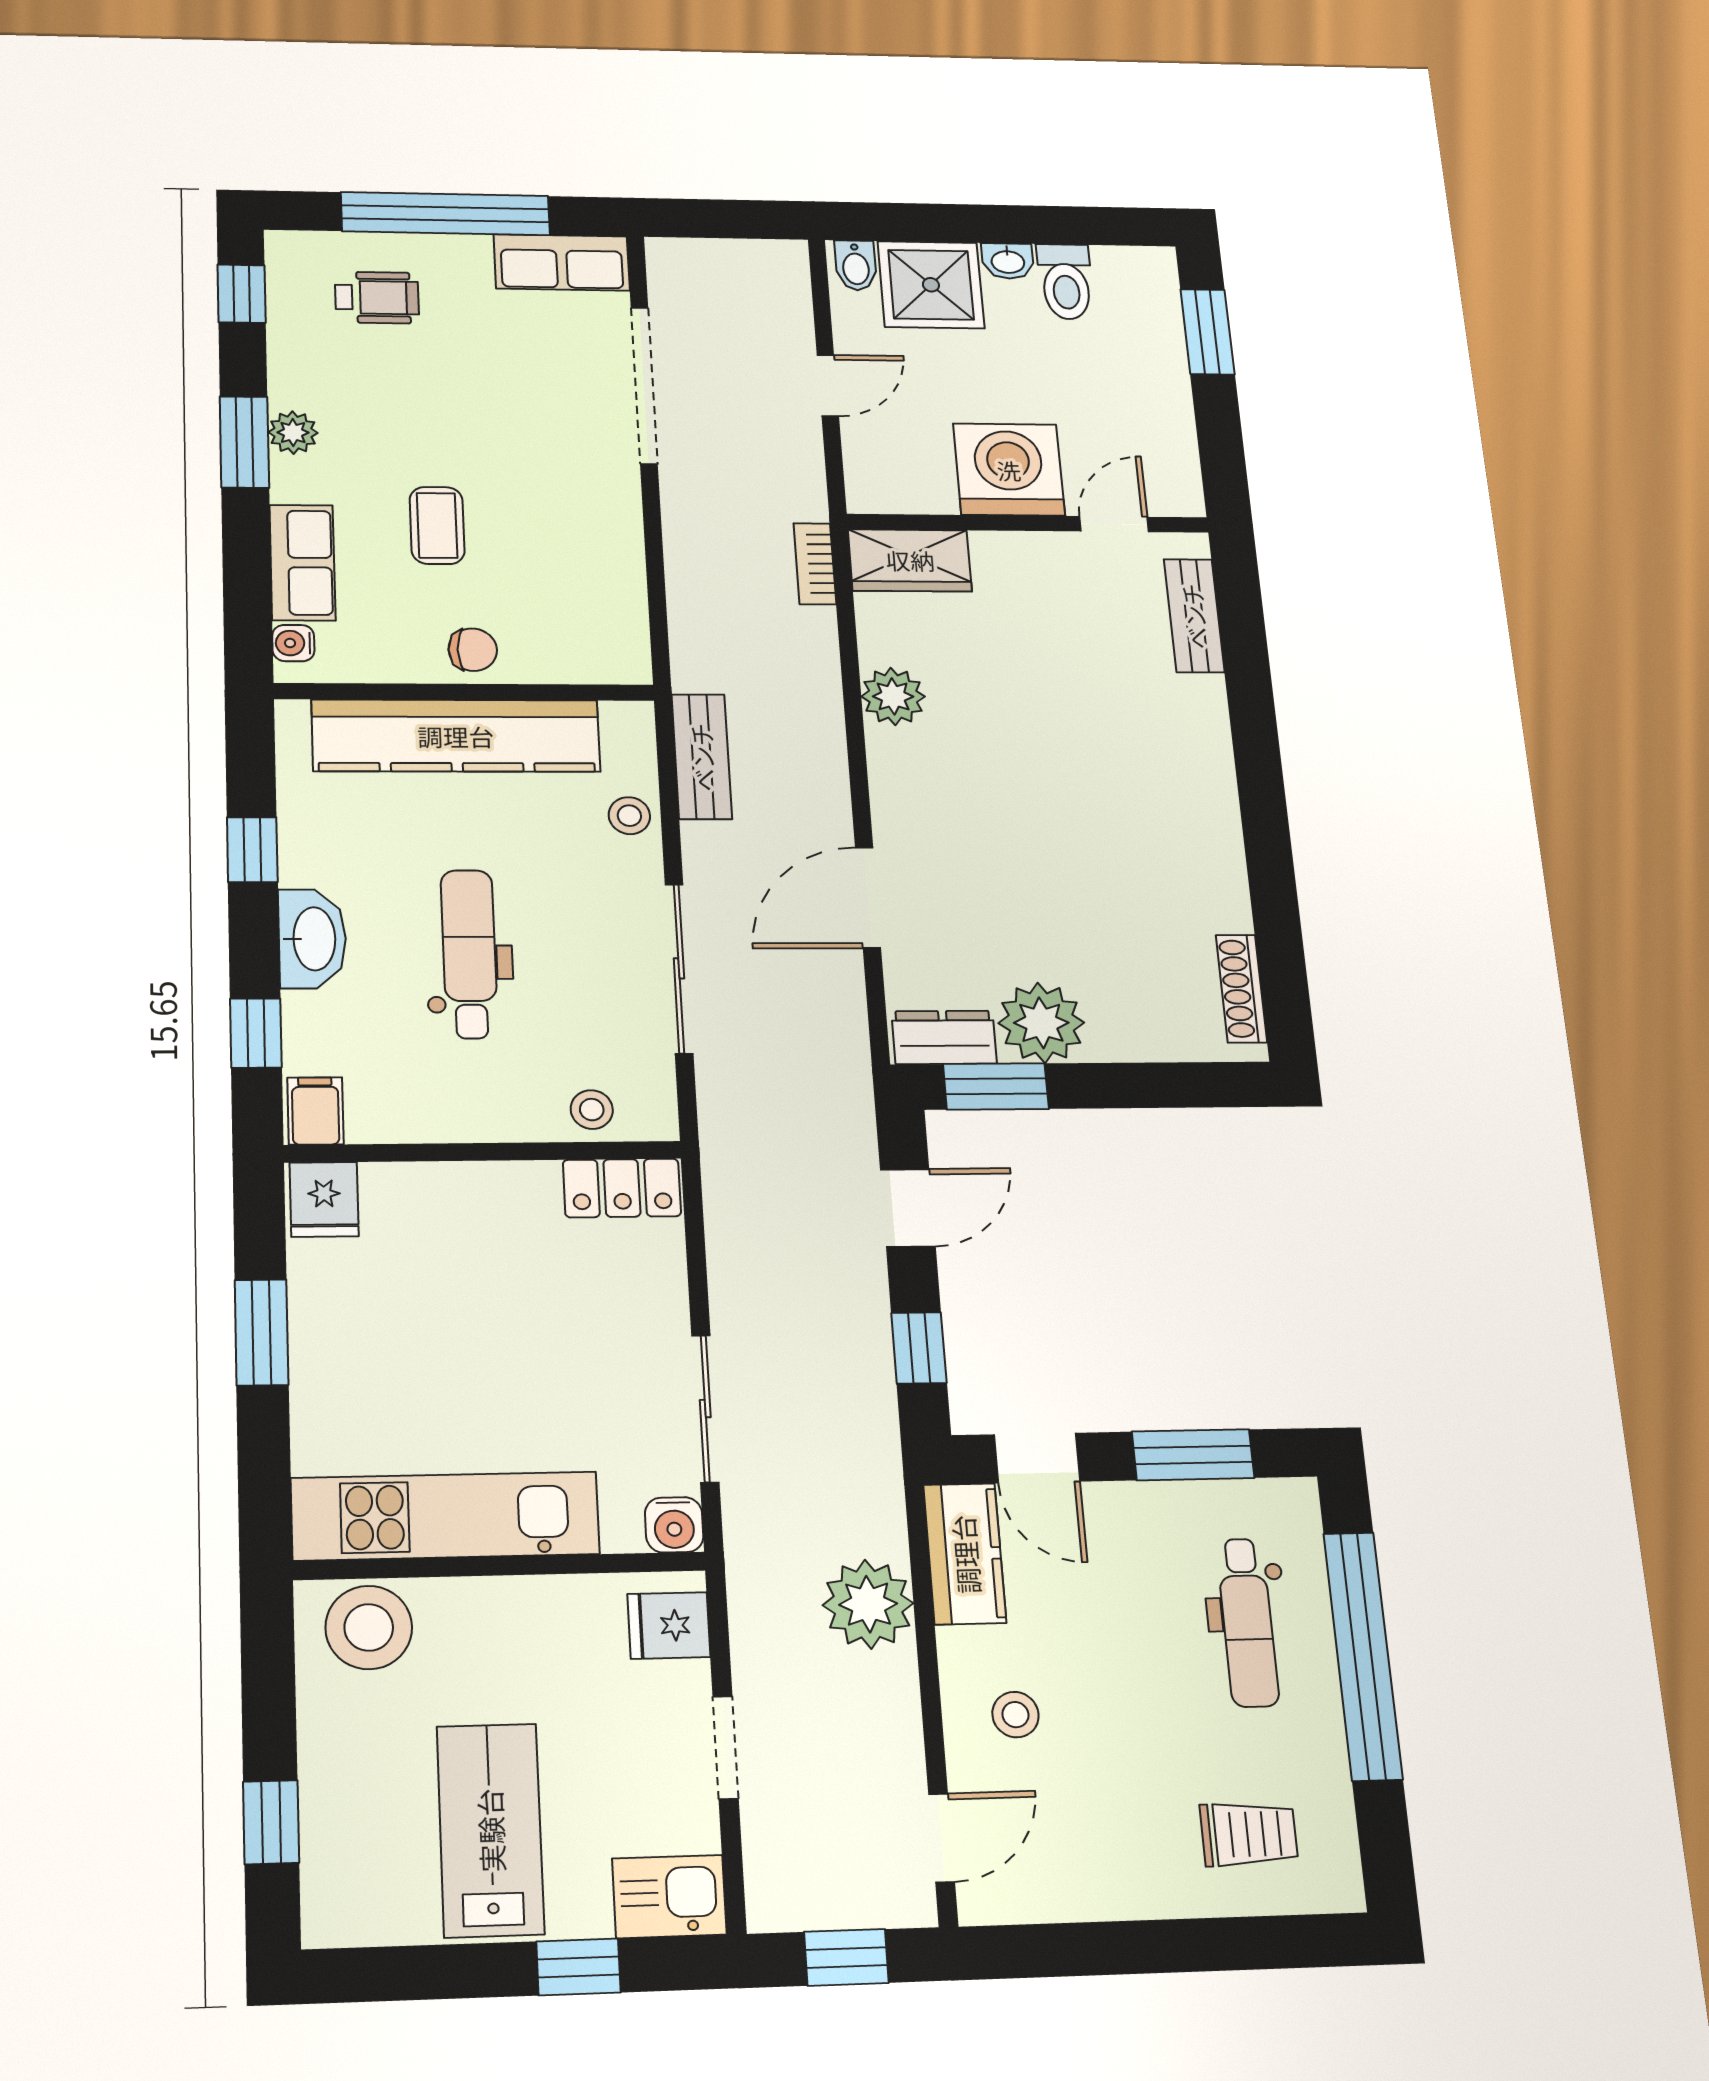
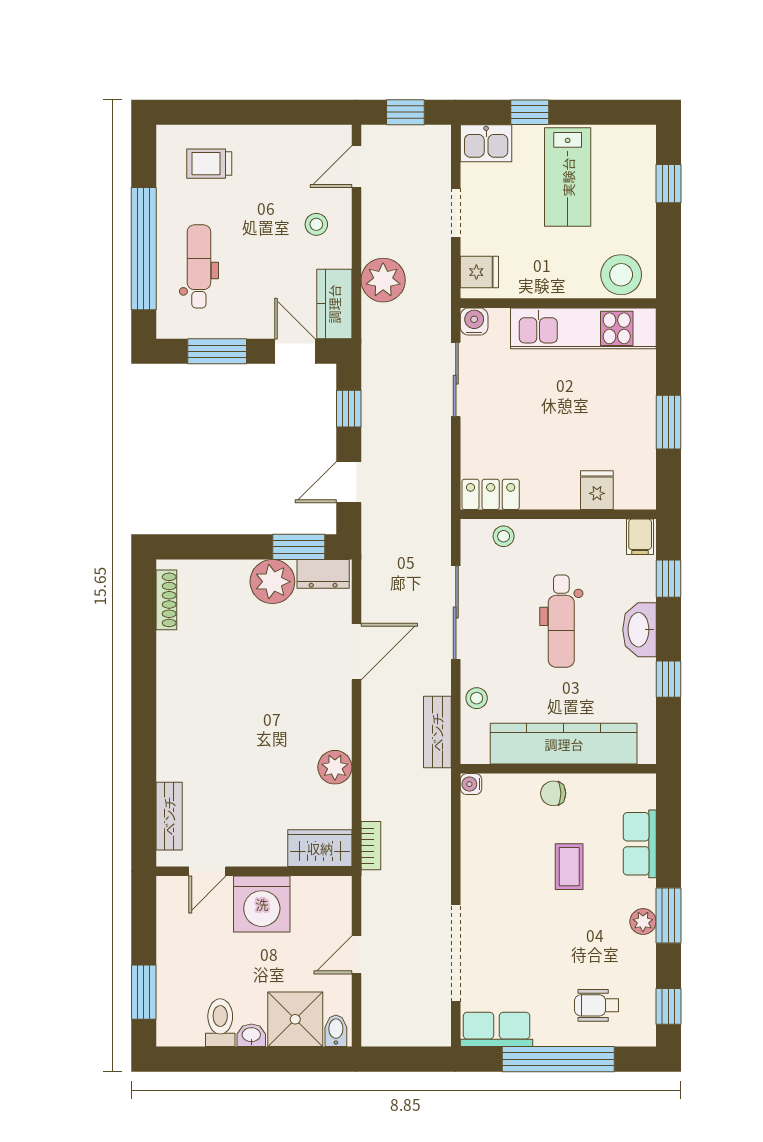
water cooler: (293, 643) -> (471, 784), moved, turned 180
fridge: (324, 1199) -> (597, 490), moved

